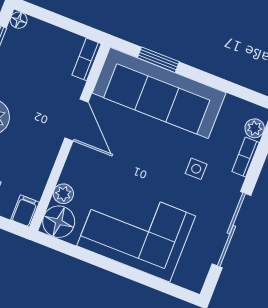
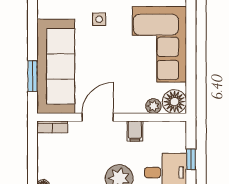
filing cabinet: (25, 211) -> (135, 131), moved, turned -90

